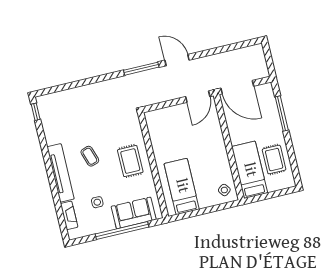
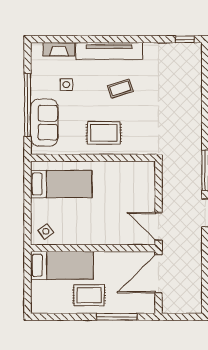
rug: (274, 160) -> (89, 295), moved

